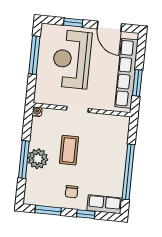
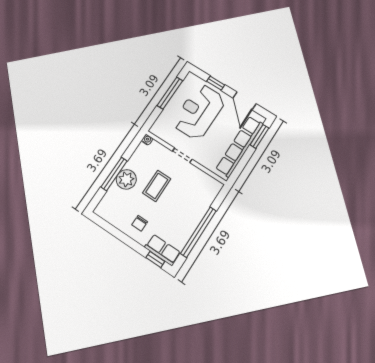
window: (137, 83) -> (259, 136), moved
window: (48, 210) -> (111, 229), removed
window: (86, 214) -> (155, 259), moved

